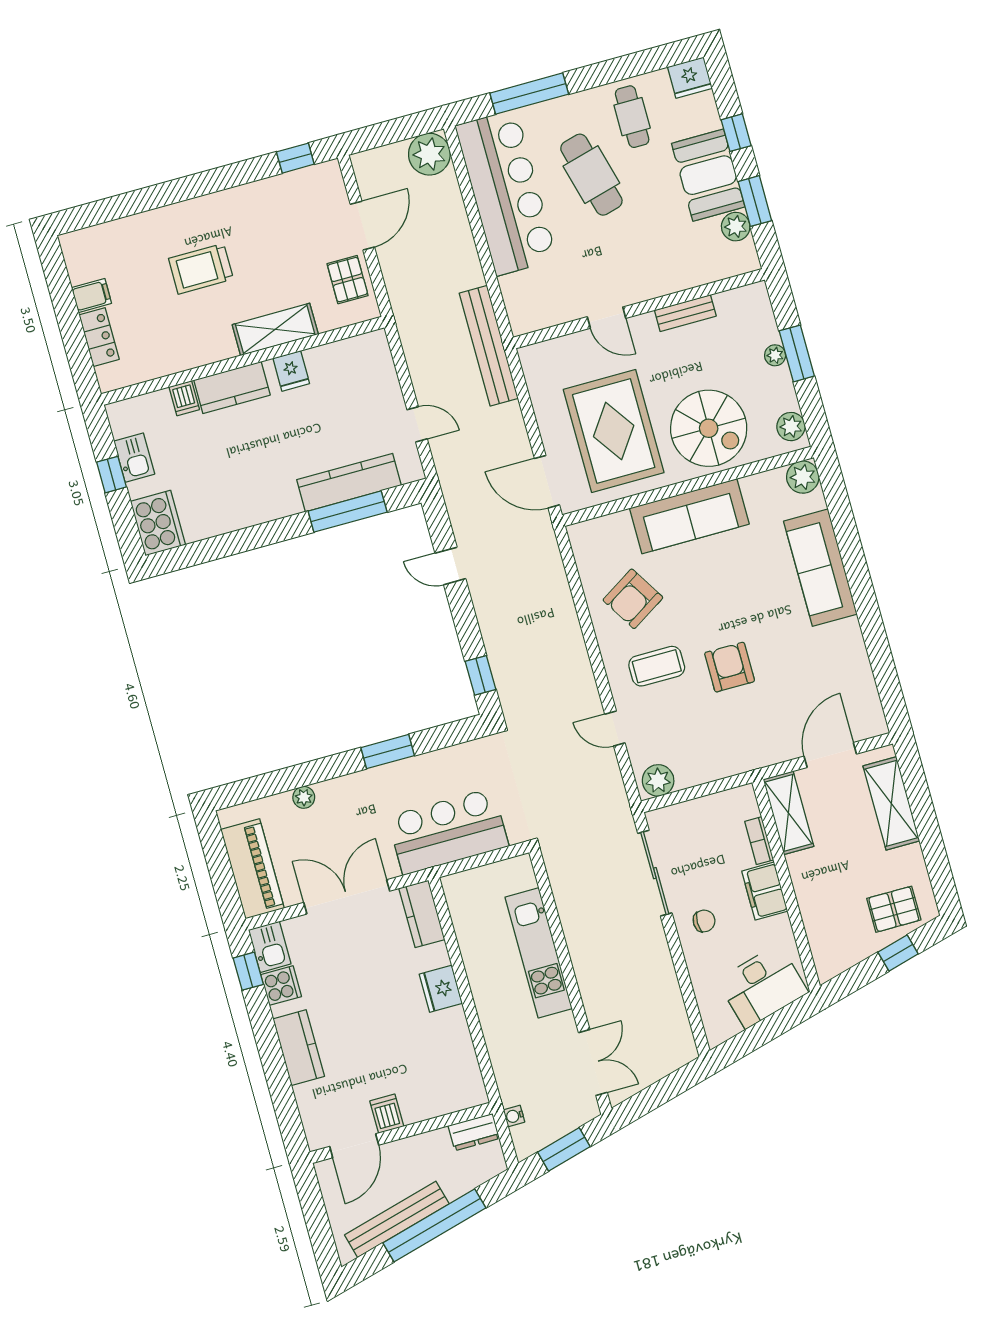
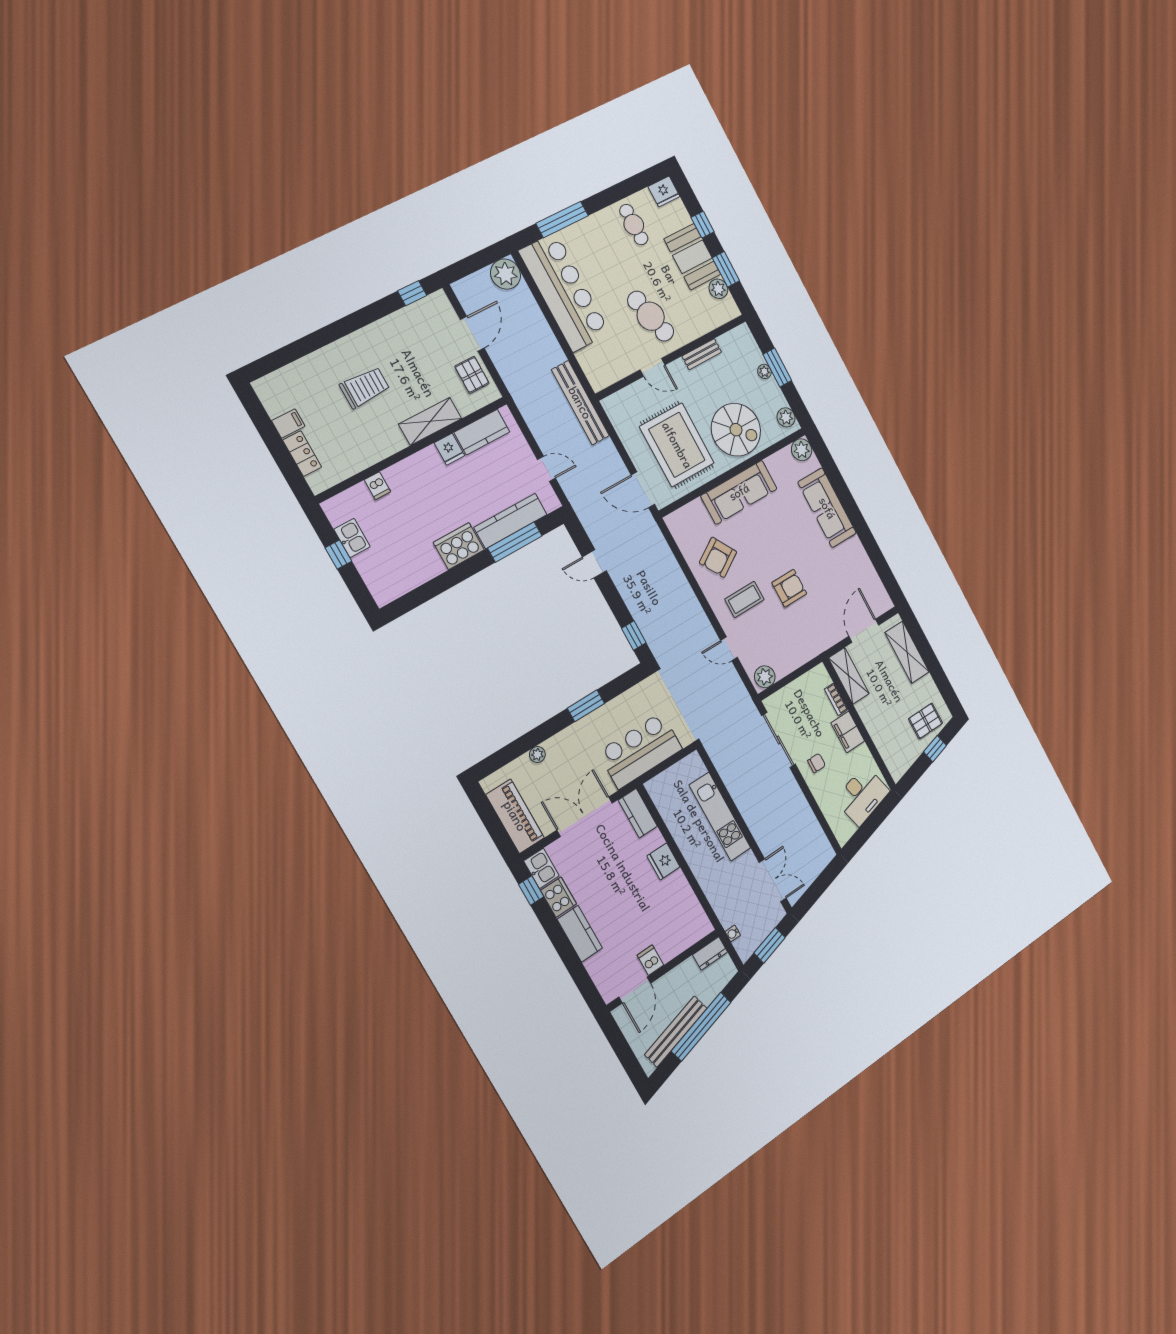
cafe table: (591, 175) -> (651, 316), moved
trolley: (201, 269) -> (365, 387), turned 180
kitchen counter: (232, 388) -> (482, 432), moved
cooker: (158, 523) -> (459, 546), moved, turned -90
armchair: (730, 667) -> (789, 588), turned 90
cooker: (281, 986) -> (559, 897), width x1.36

